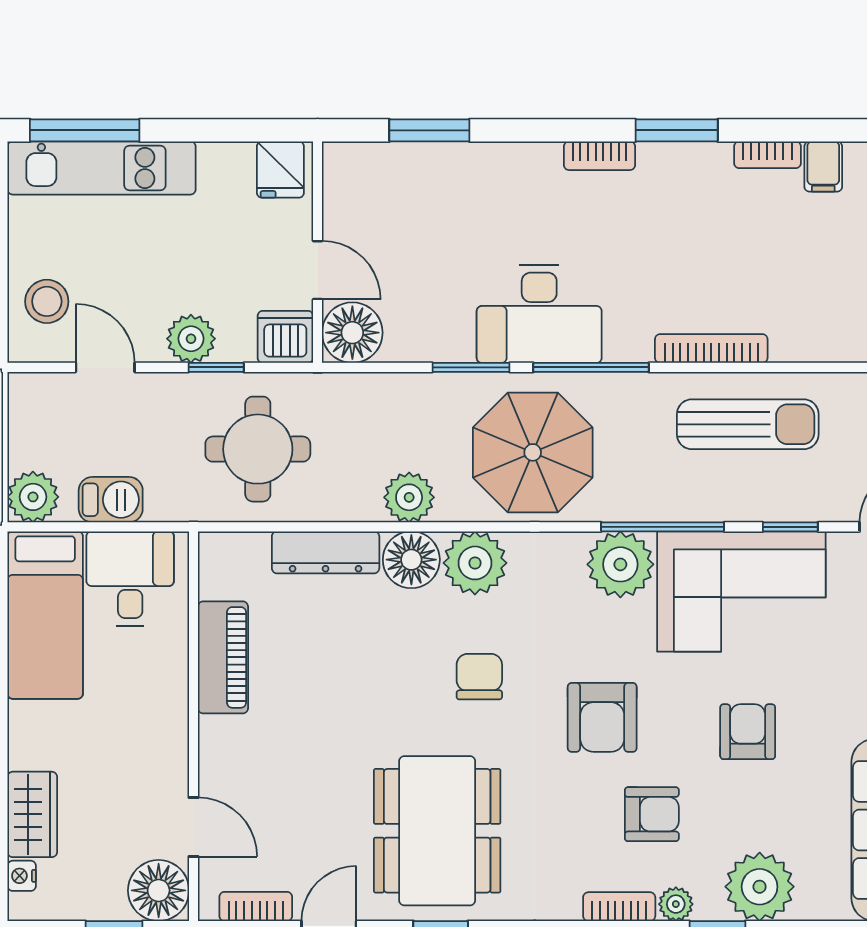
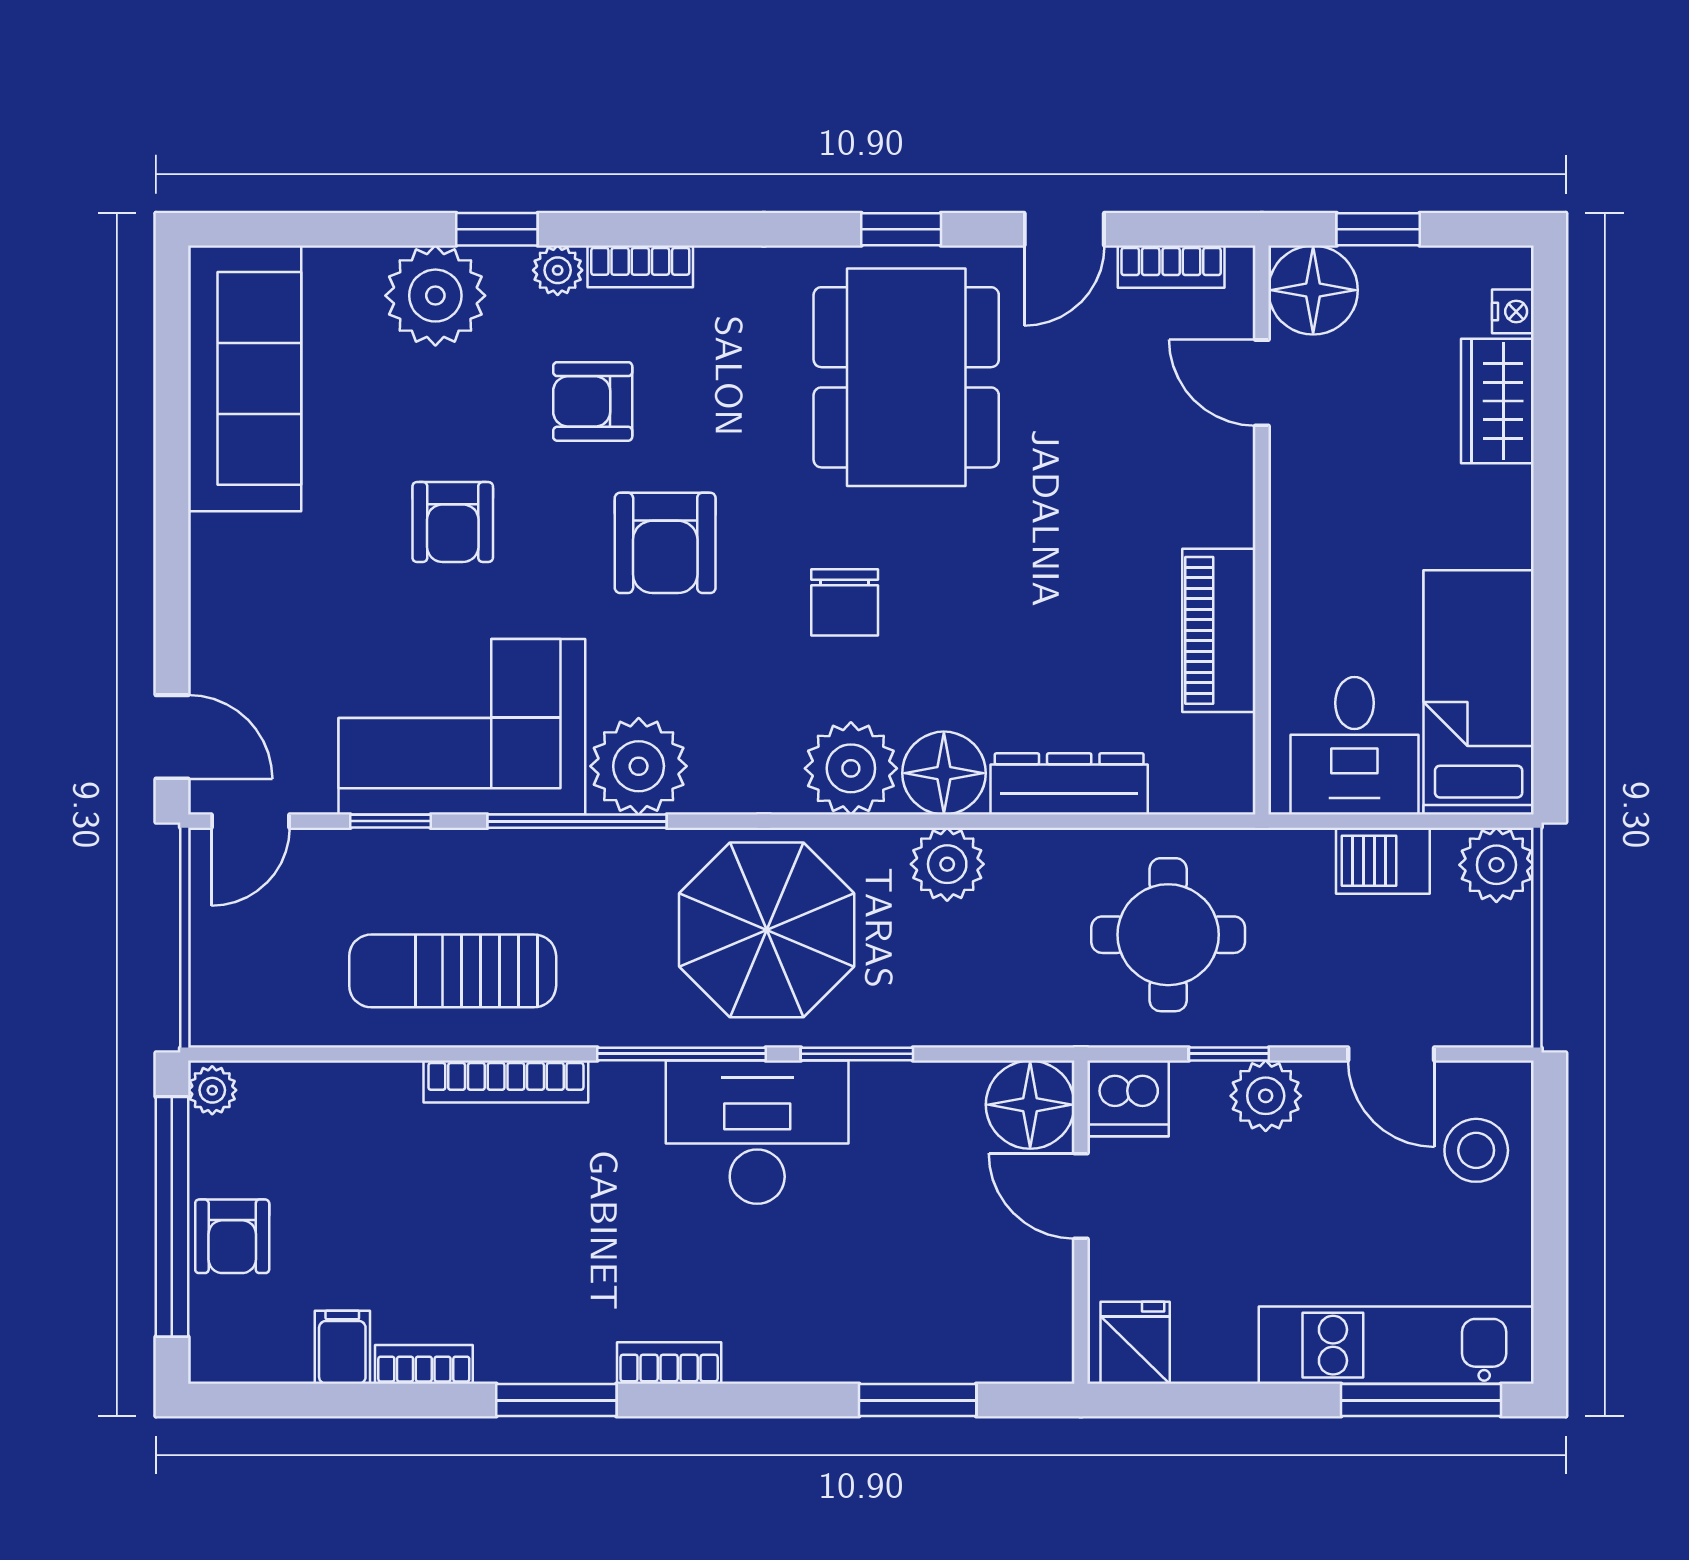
armchair: (602, 717) -> (665, 543), turned 180

